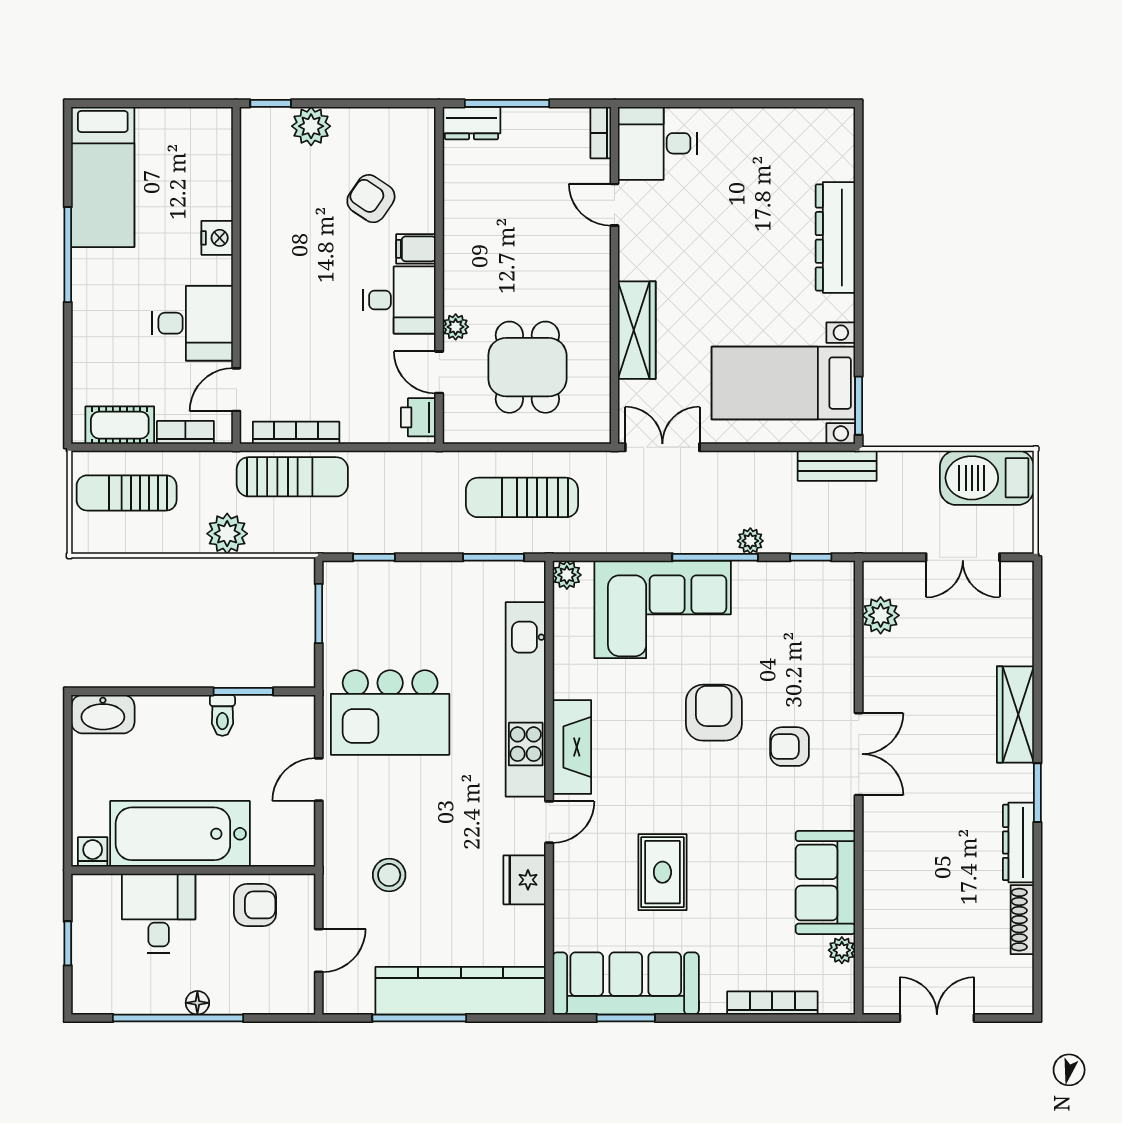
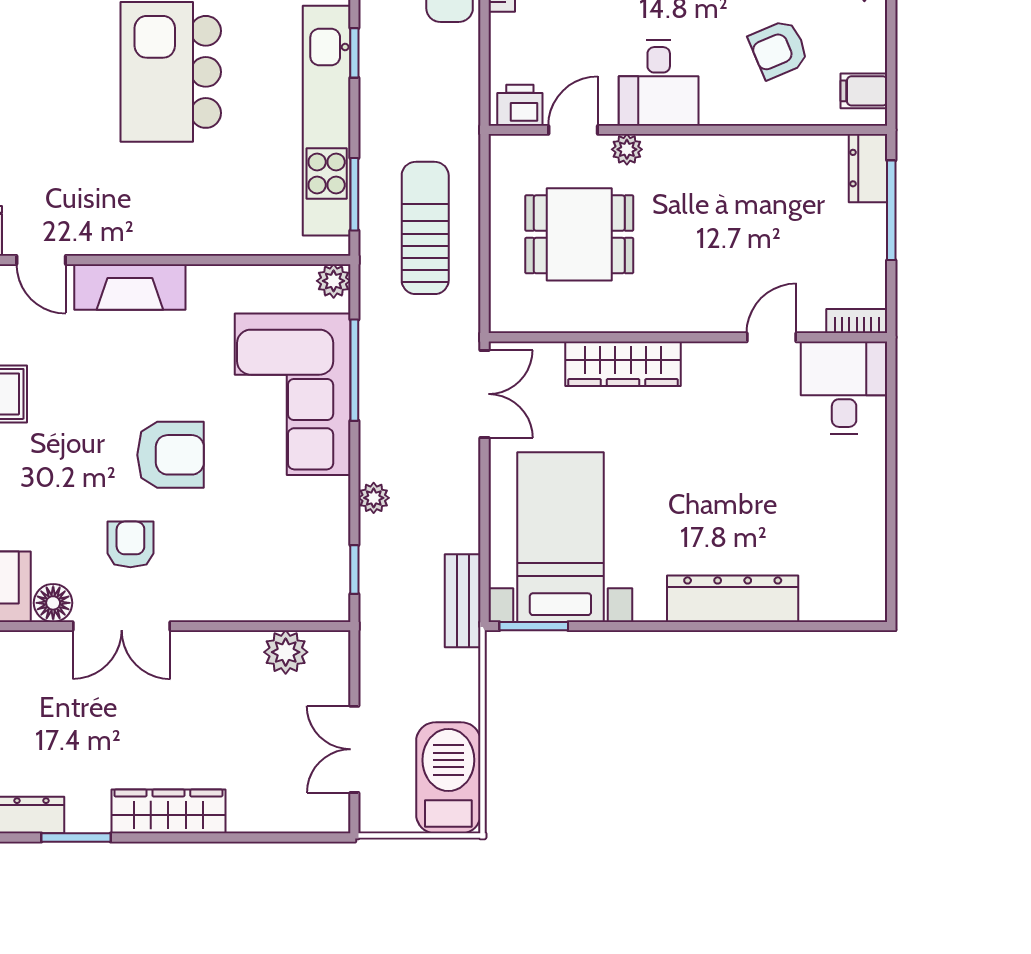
armchair: (371, 199) -> (779, 49), turned -147
filing cabinet: (416, 249) -> (864, 91), moved, turned -90
window: (715, 557) -> (354, 370), moved
kitchen unit: (526, 699) -> (327, 121), moved, turned -90
floor lamp: (839, 812) -> (53, 603), added

